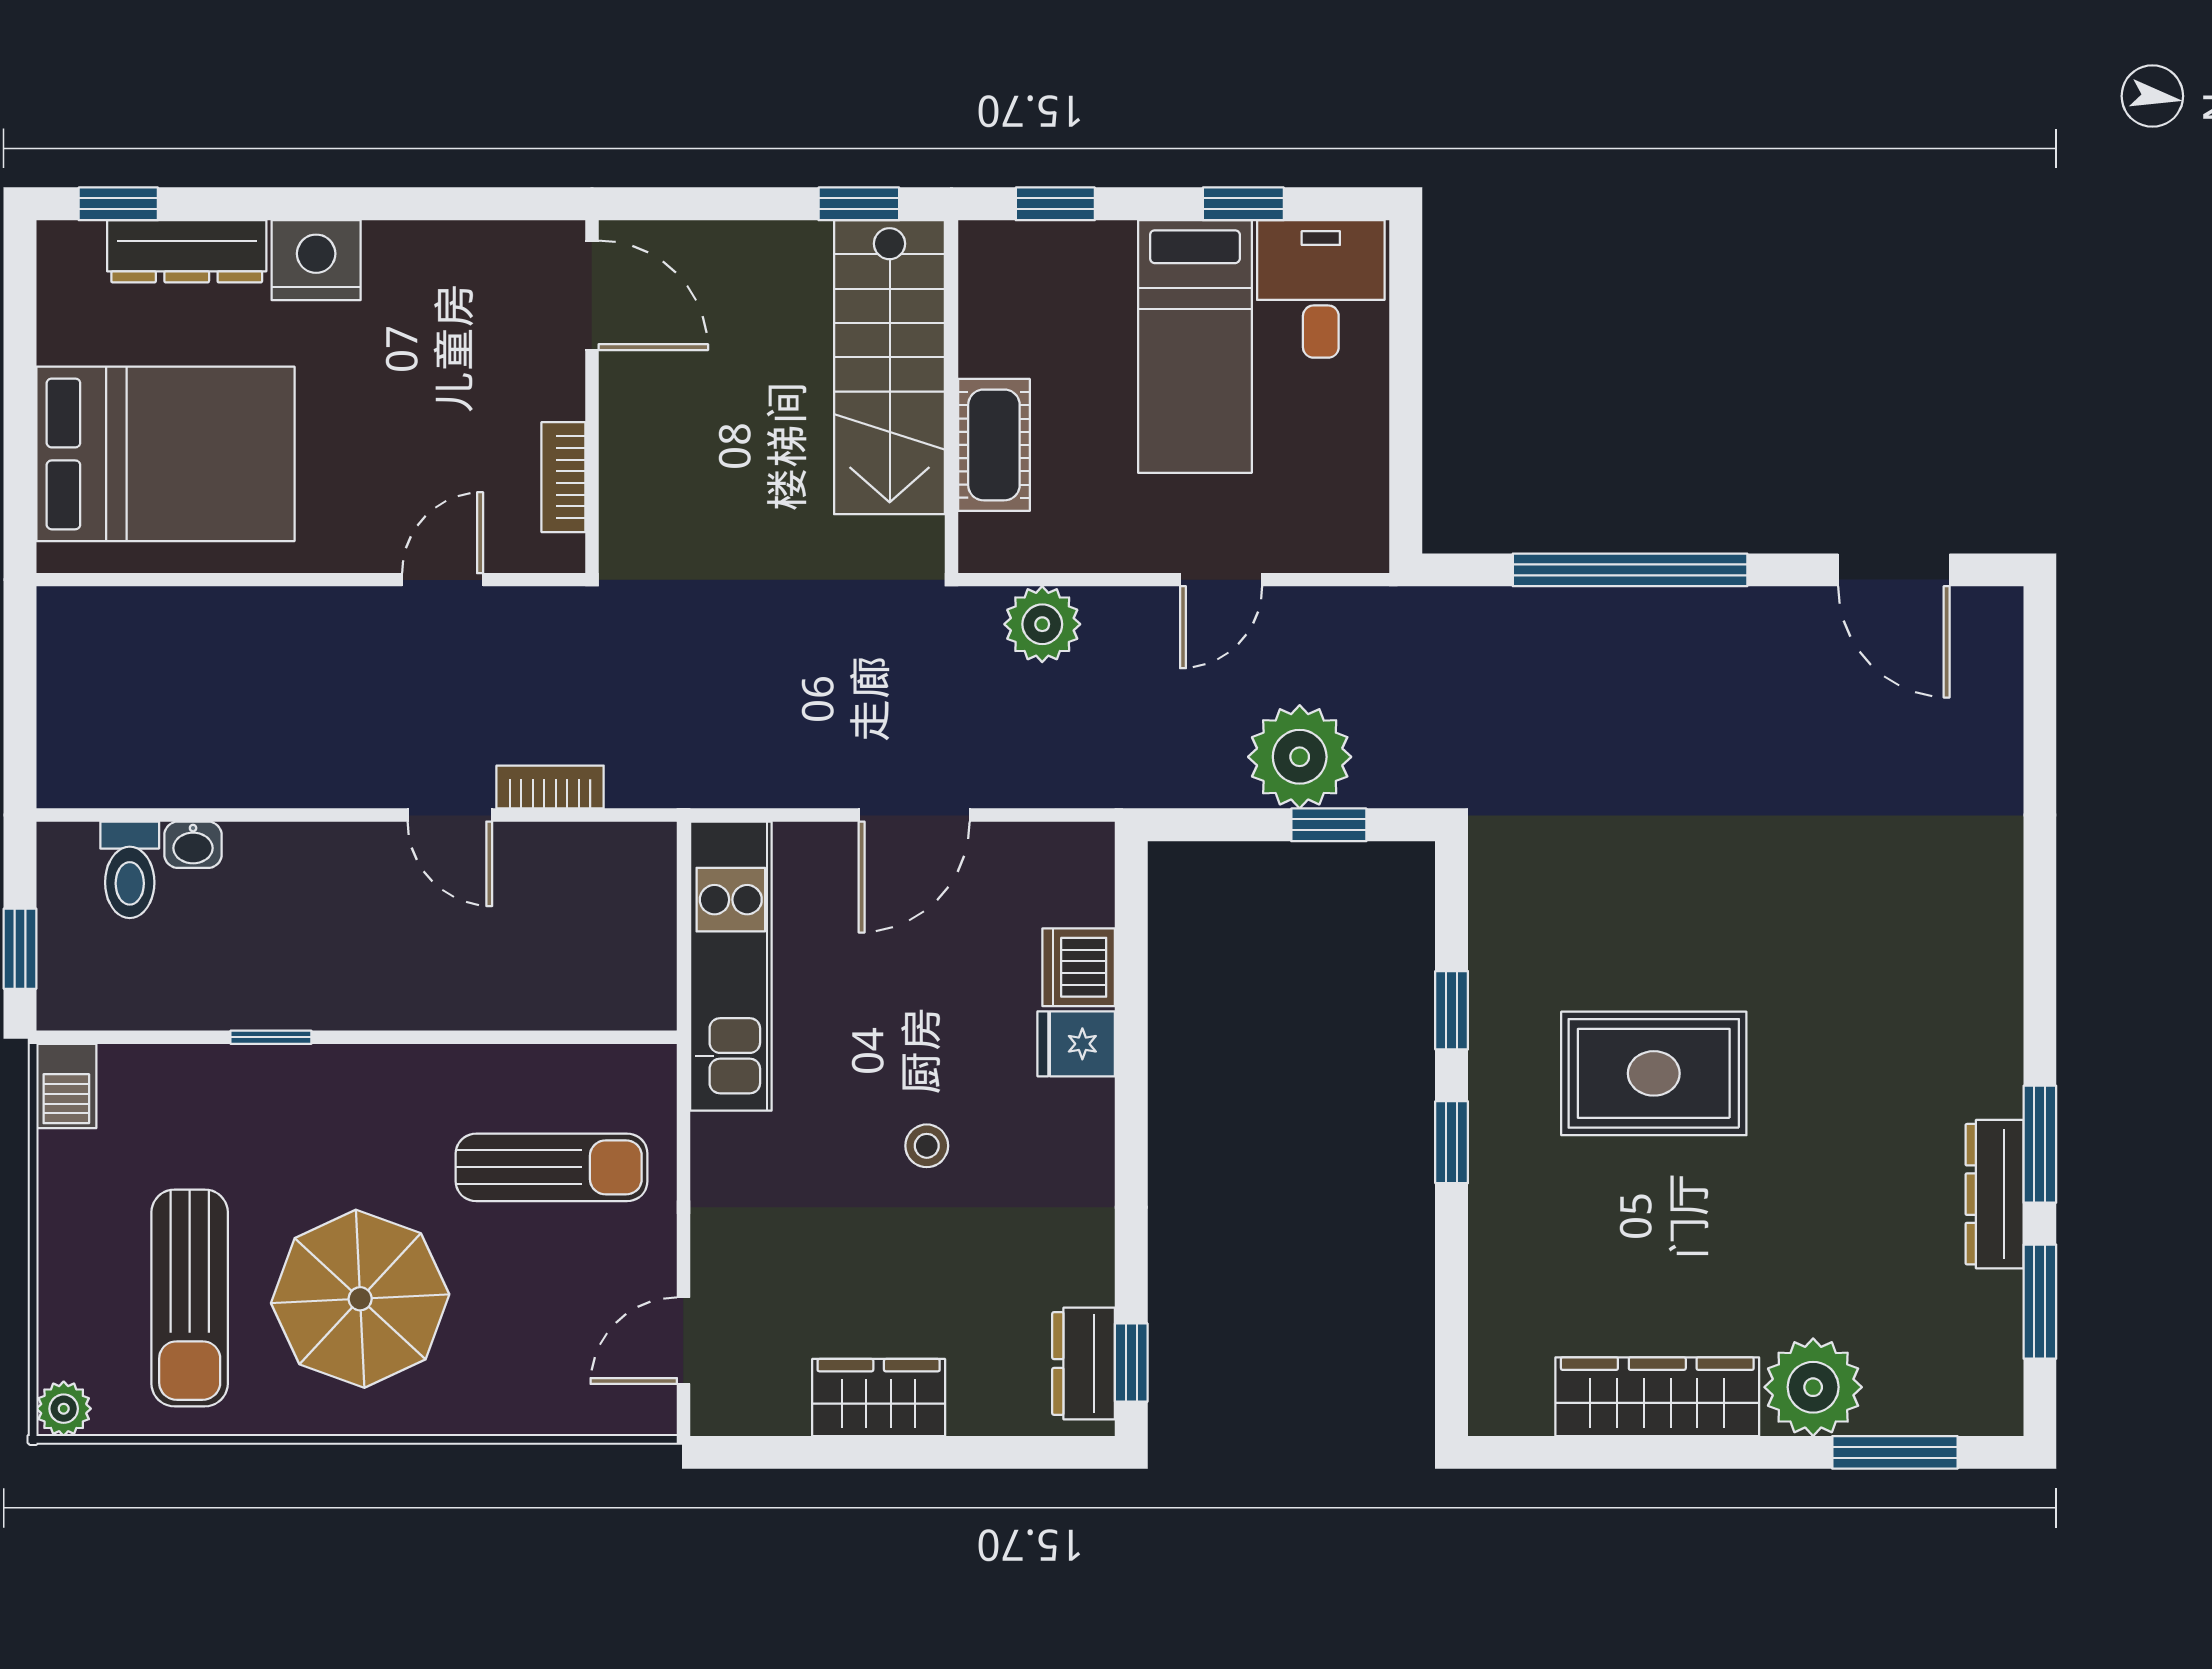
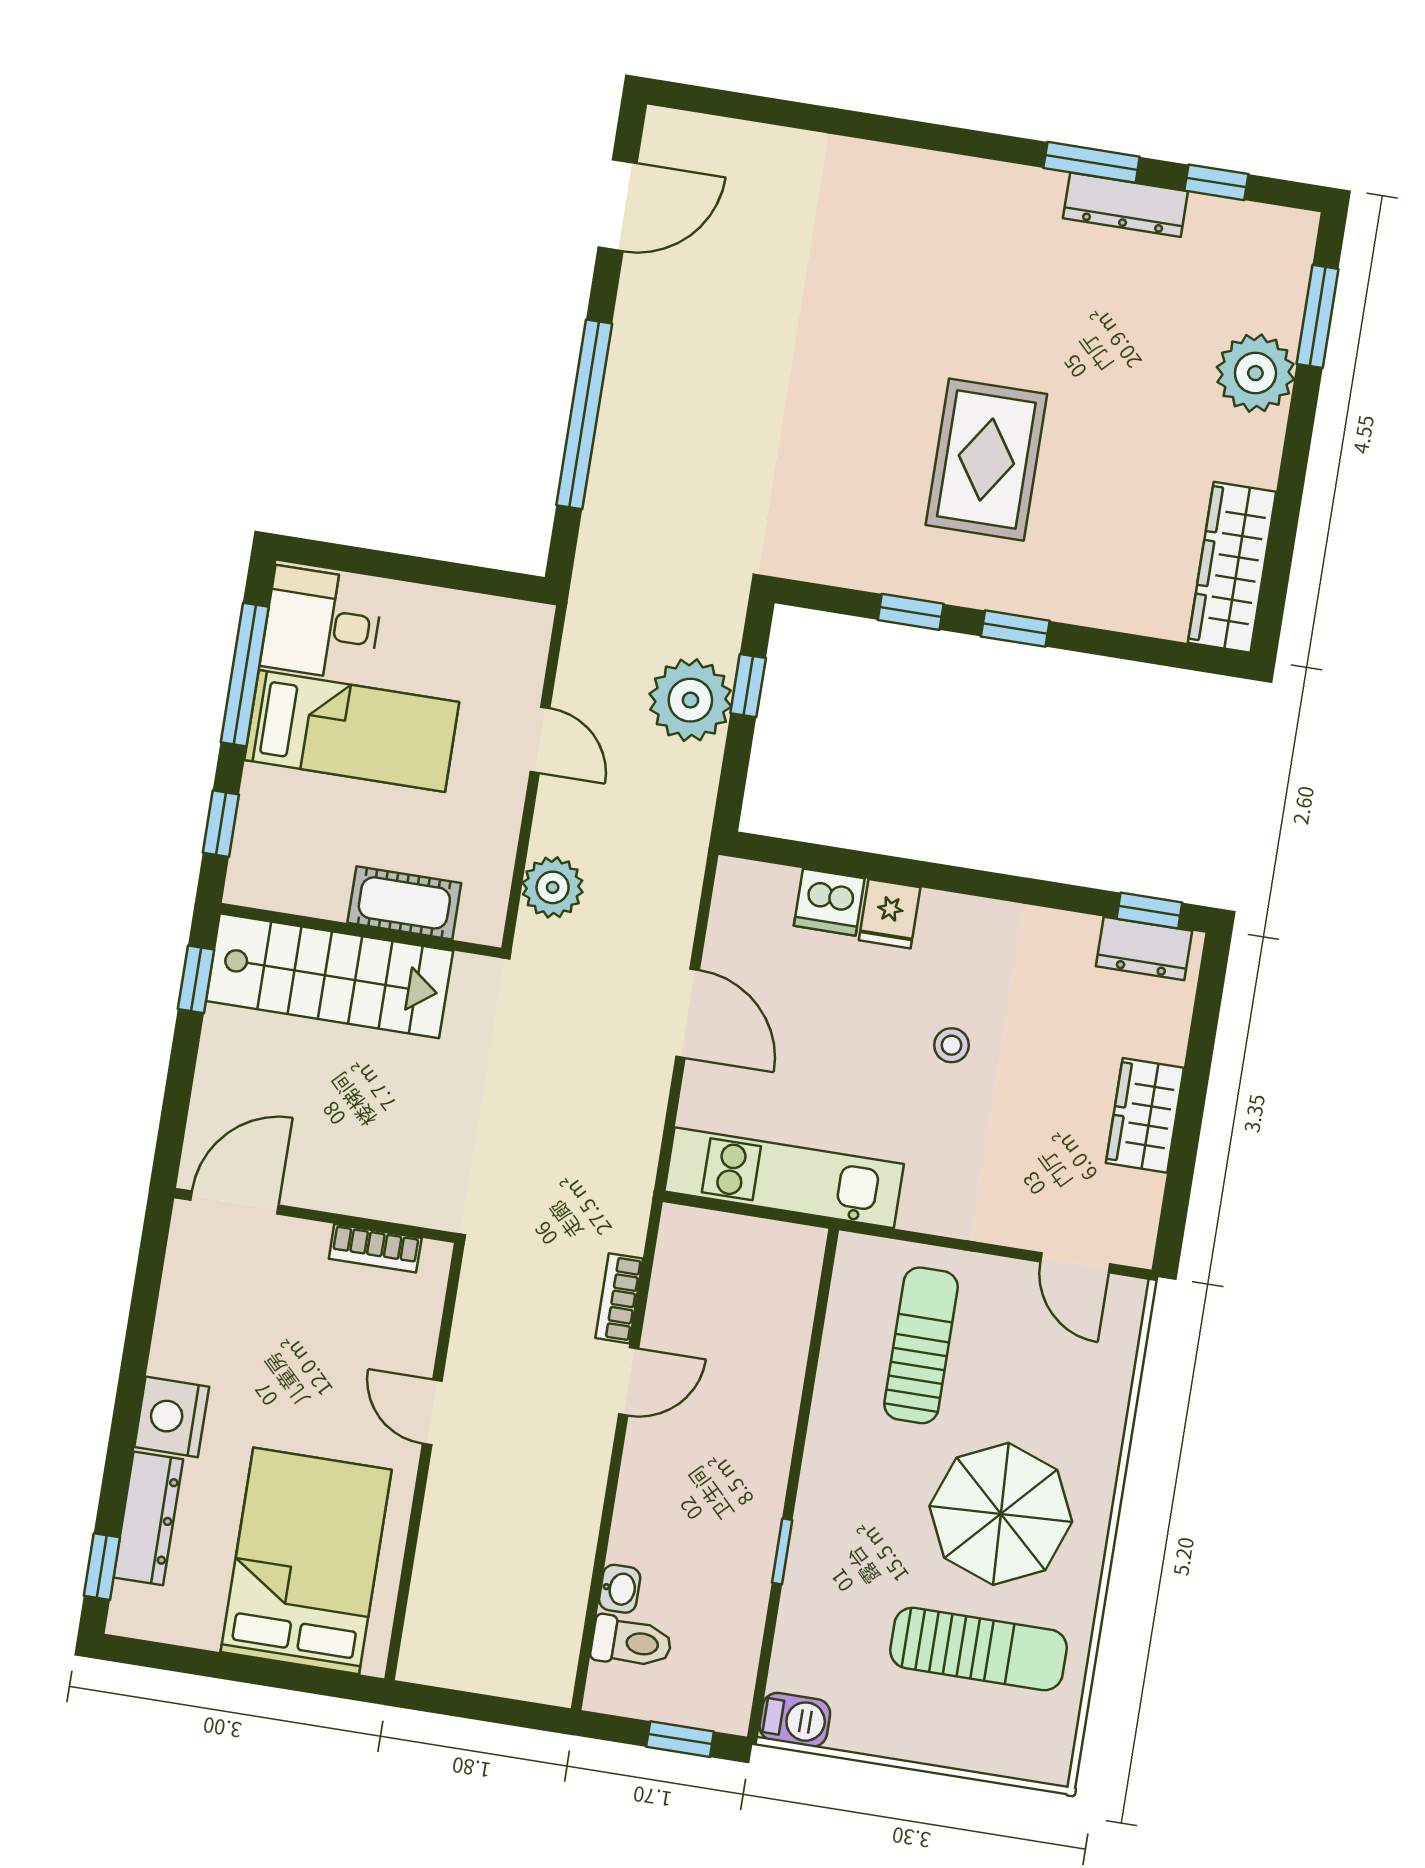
window: (1243, 204) -> (245, 675), width x2.17
door: (443, 580) -> (432, 1412), moved
window: (2040, 1302) -> (1216, 182), width x0.67
wardrobe: (1657, 1397) -> (1232, 567), moved
plant: (64, 1409) -> (1050, 1763), removed

